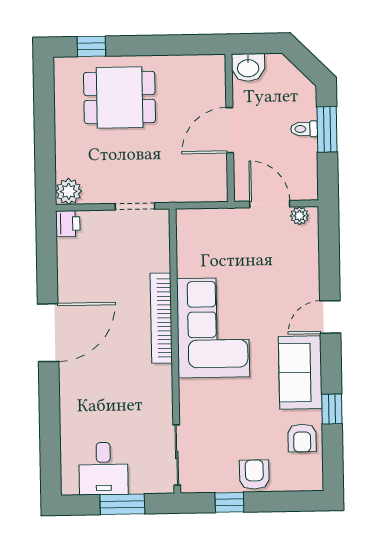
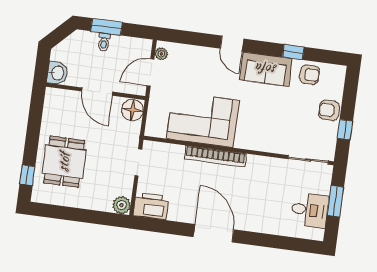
floor lamp: (211, 186) -> (133, 110), added
printer: (68, 224) -> (151, 206), width x1.87, depth x1.48
corner sofa: (213, 328) -> (203, 120), moved

